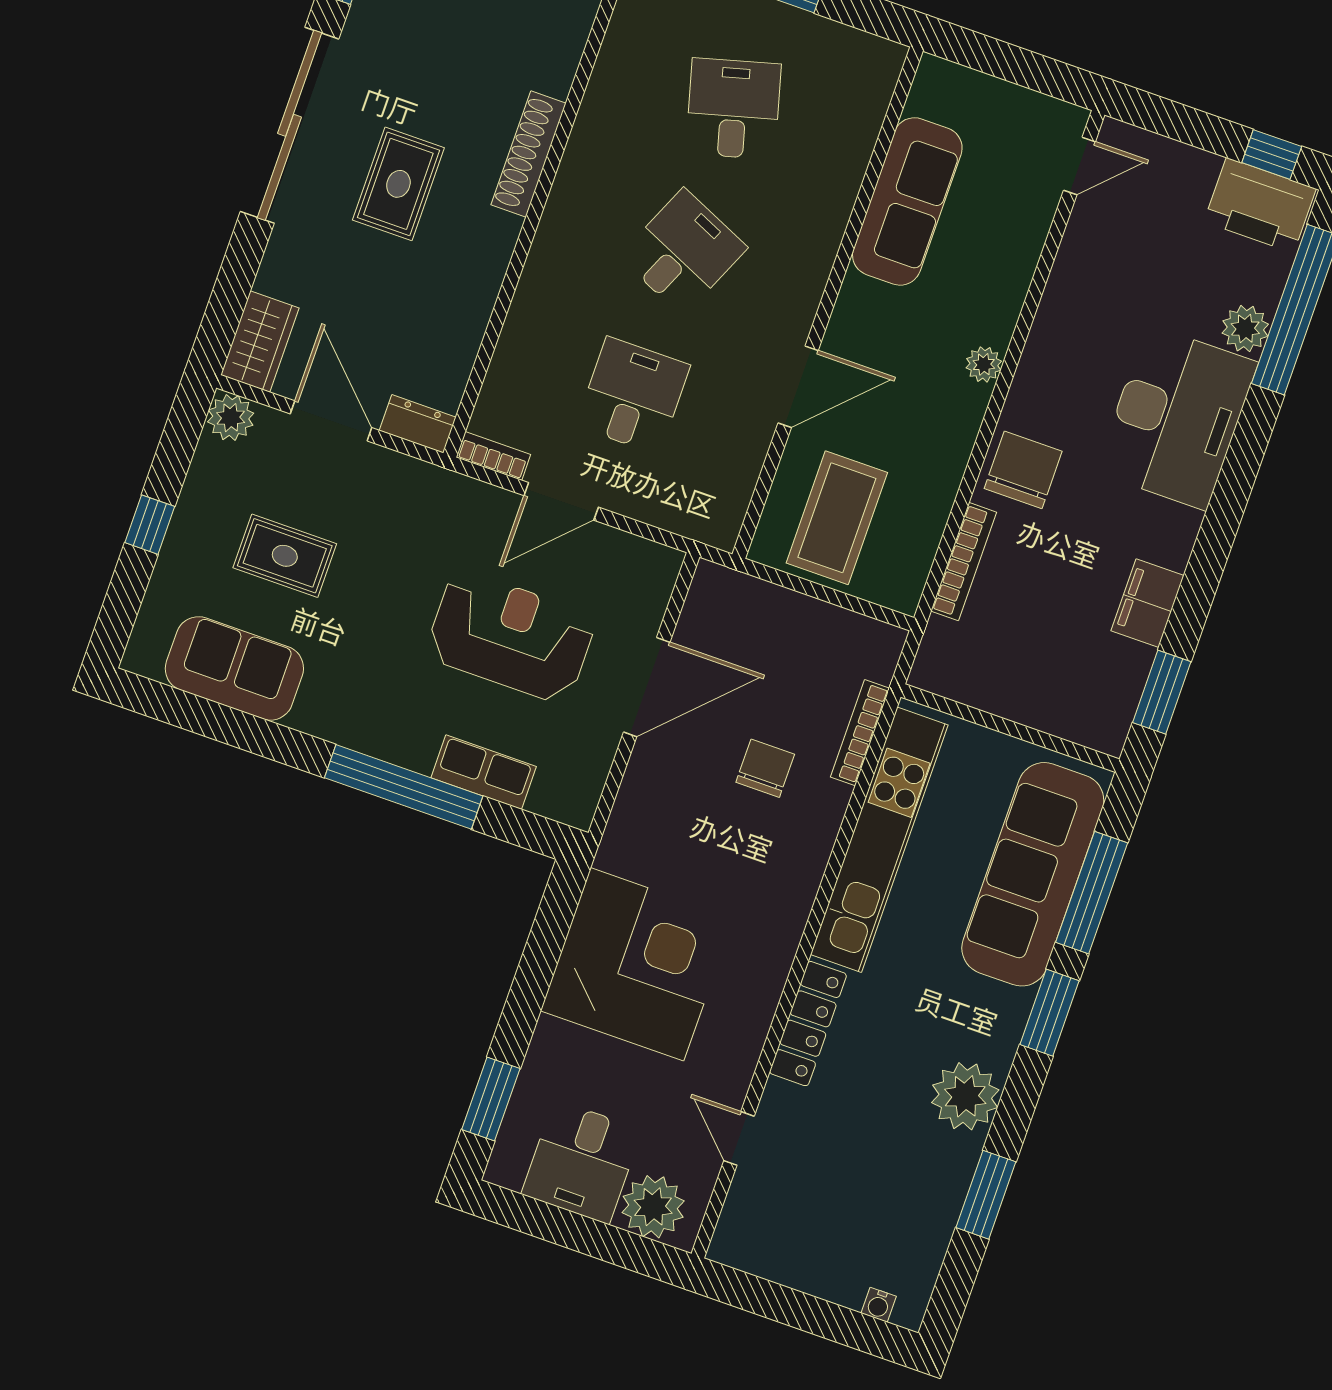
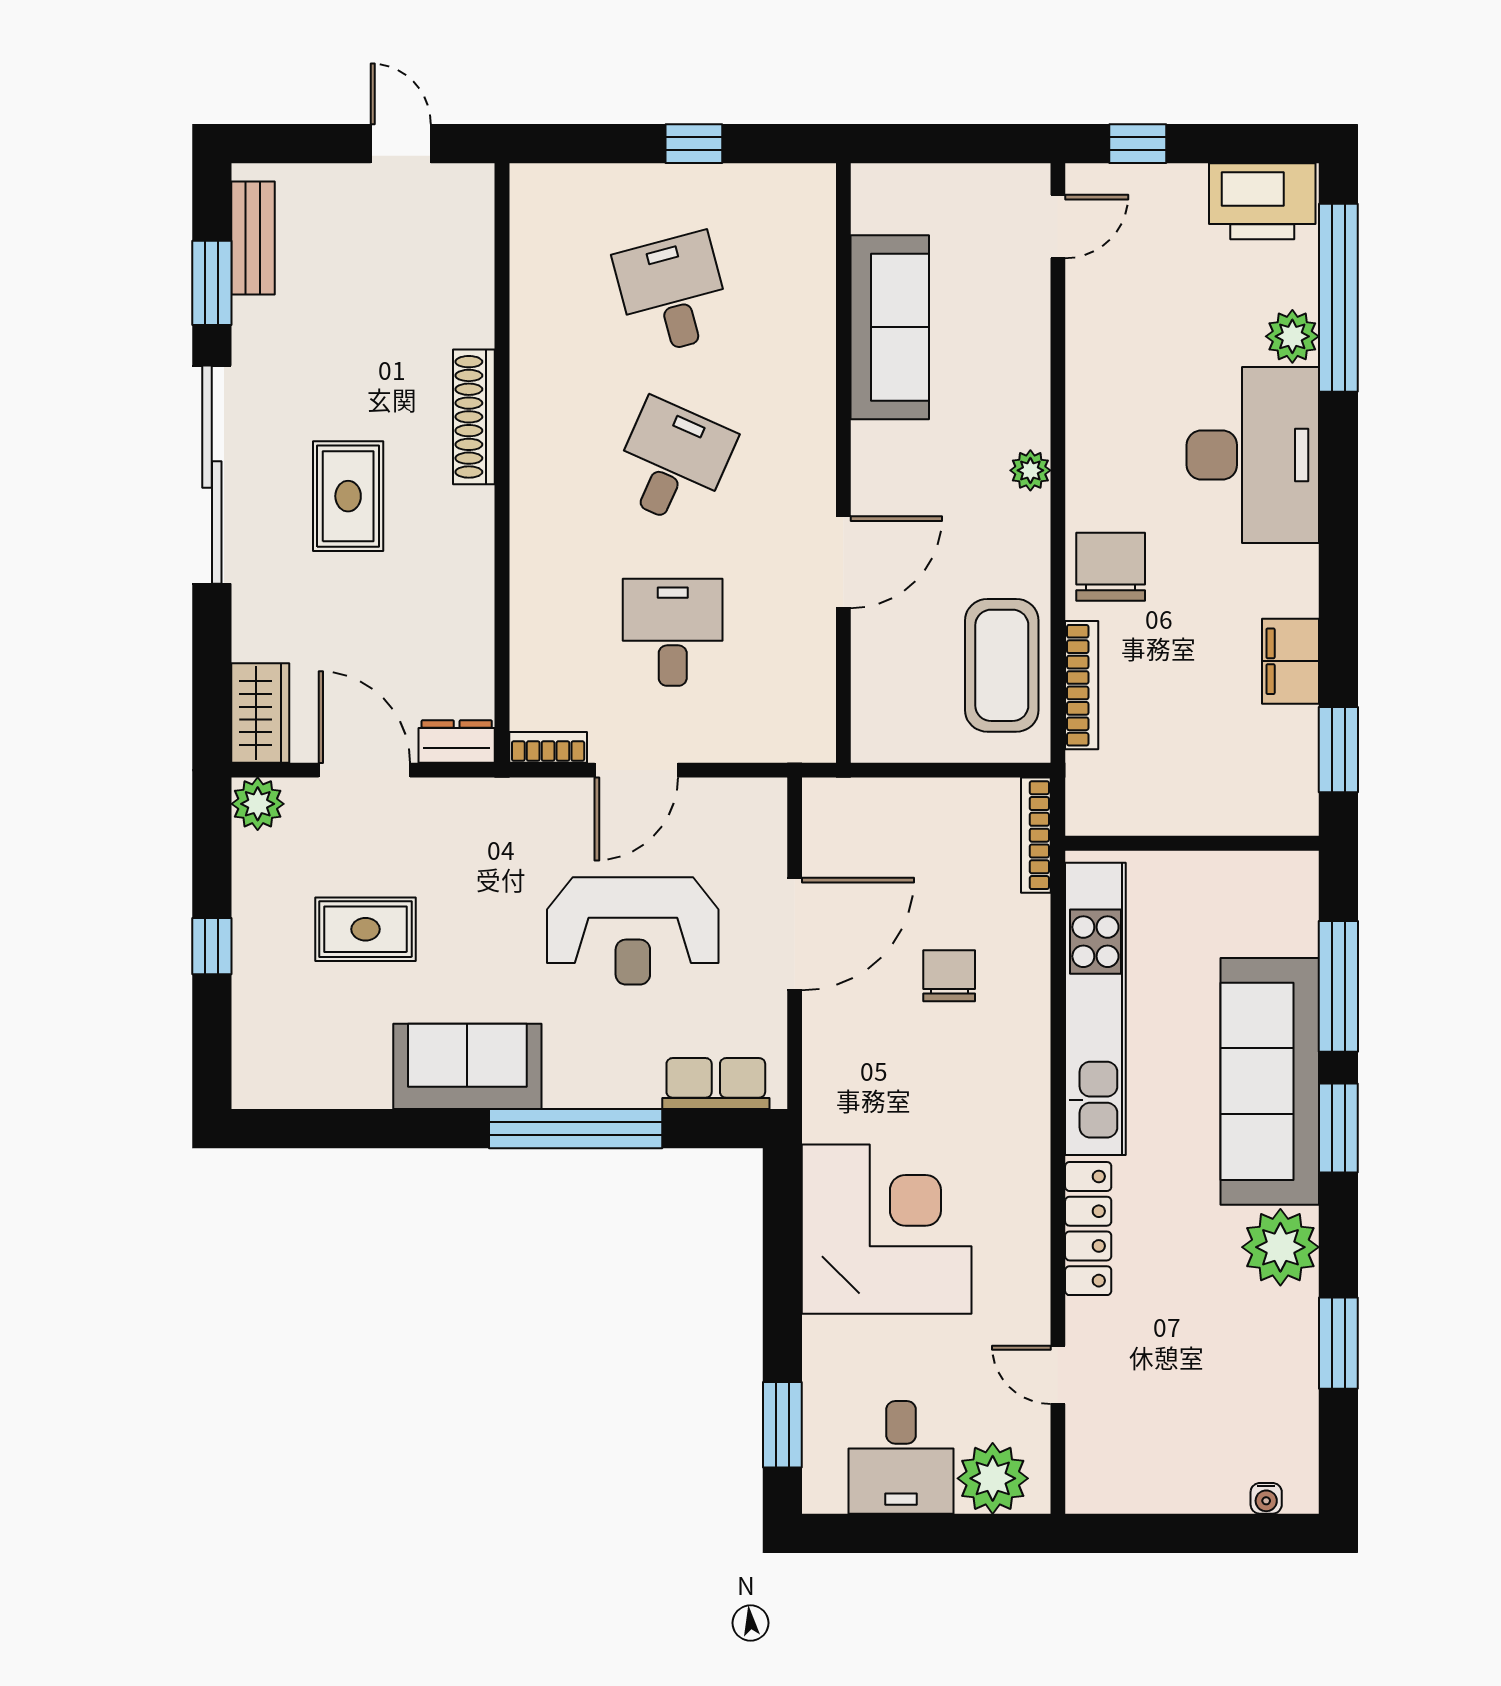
window: (1272, 155) -> (1138, 144), moved
coffee table: (837, 518) -> (1002, 665), moved
reception desk: (511, 636) -> (633, 931), turned 180
sofa: (234, 668) -> (467, 1066), moved
bookcase: (860, 733) -> (1036, 835), moved
row of seats: (484, 772) -> (716, 1083), moved
sofa: (1033, 874) -> (1270, 1081), moved

